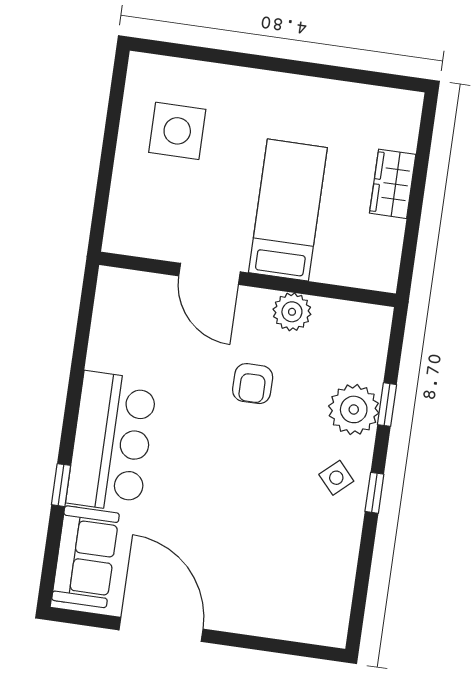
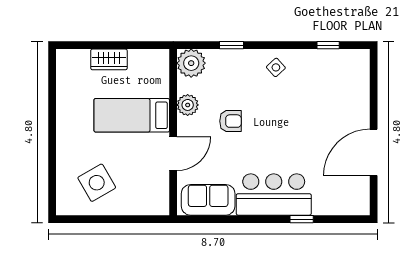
side table: (177, 131) -> (97, 183), turned -30
plant: (354, 409) -> (191, 63), moved
window: (374, 493) -> (328, 45), moved
sofa: (86, 557) -> (208, 200), moved

